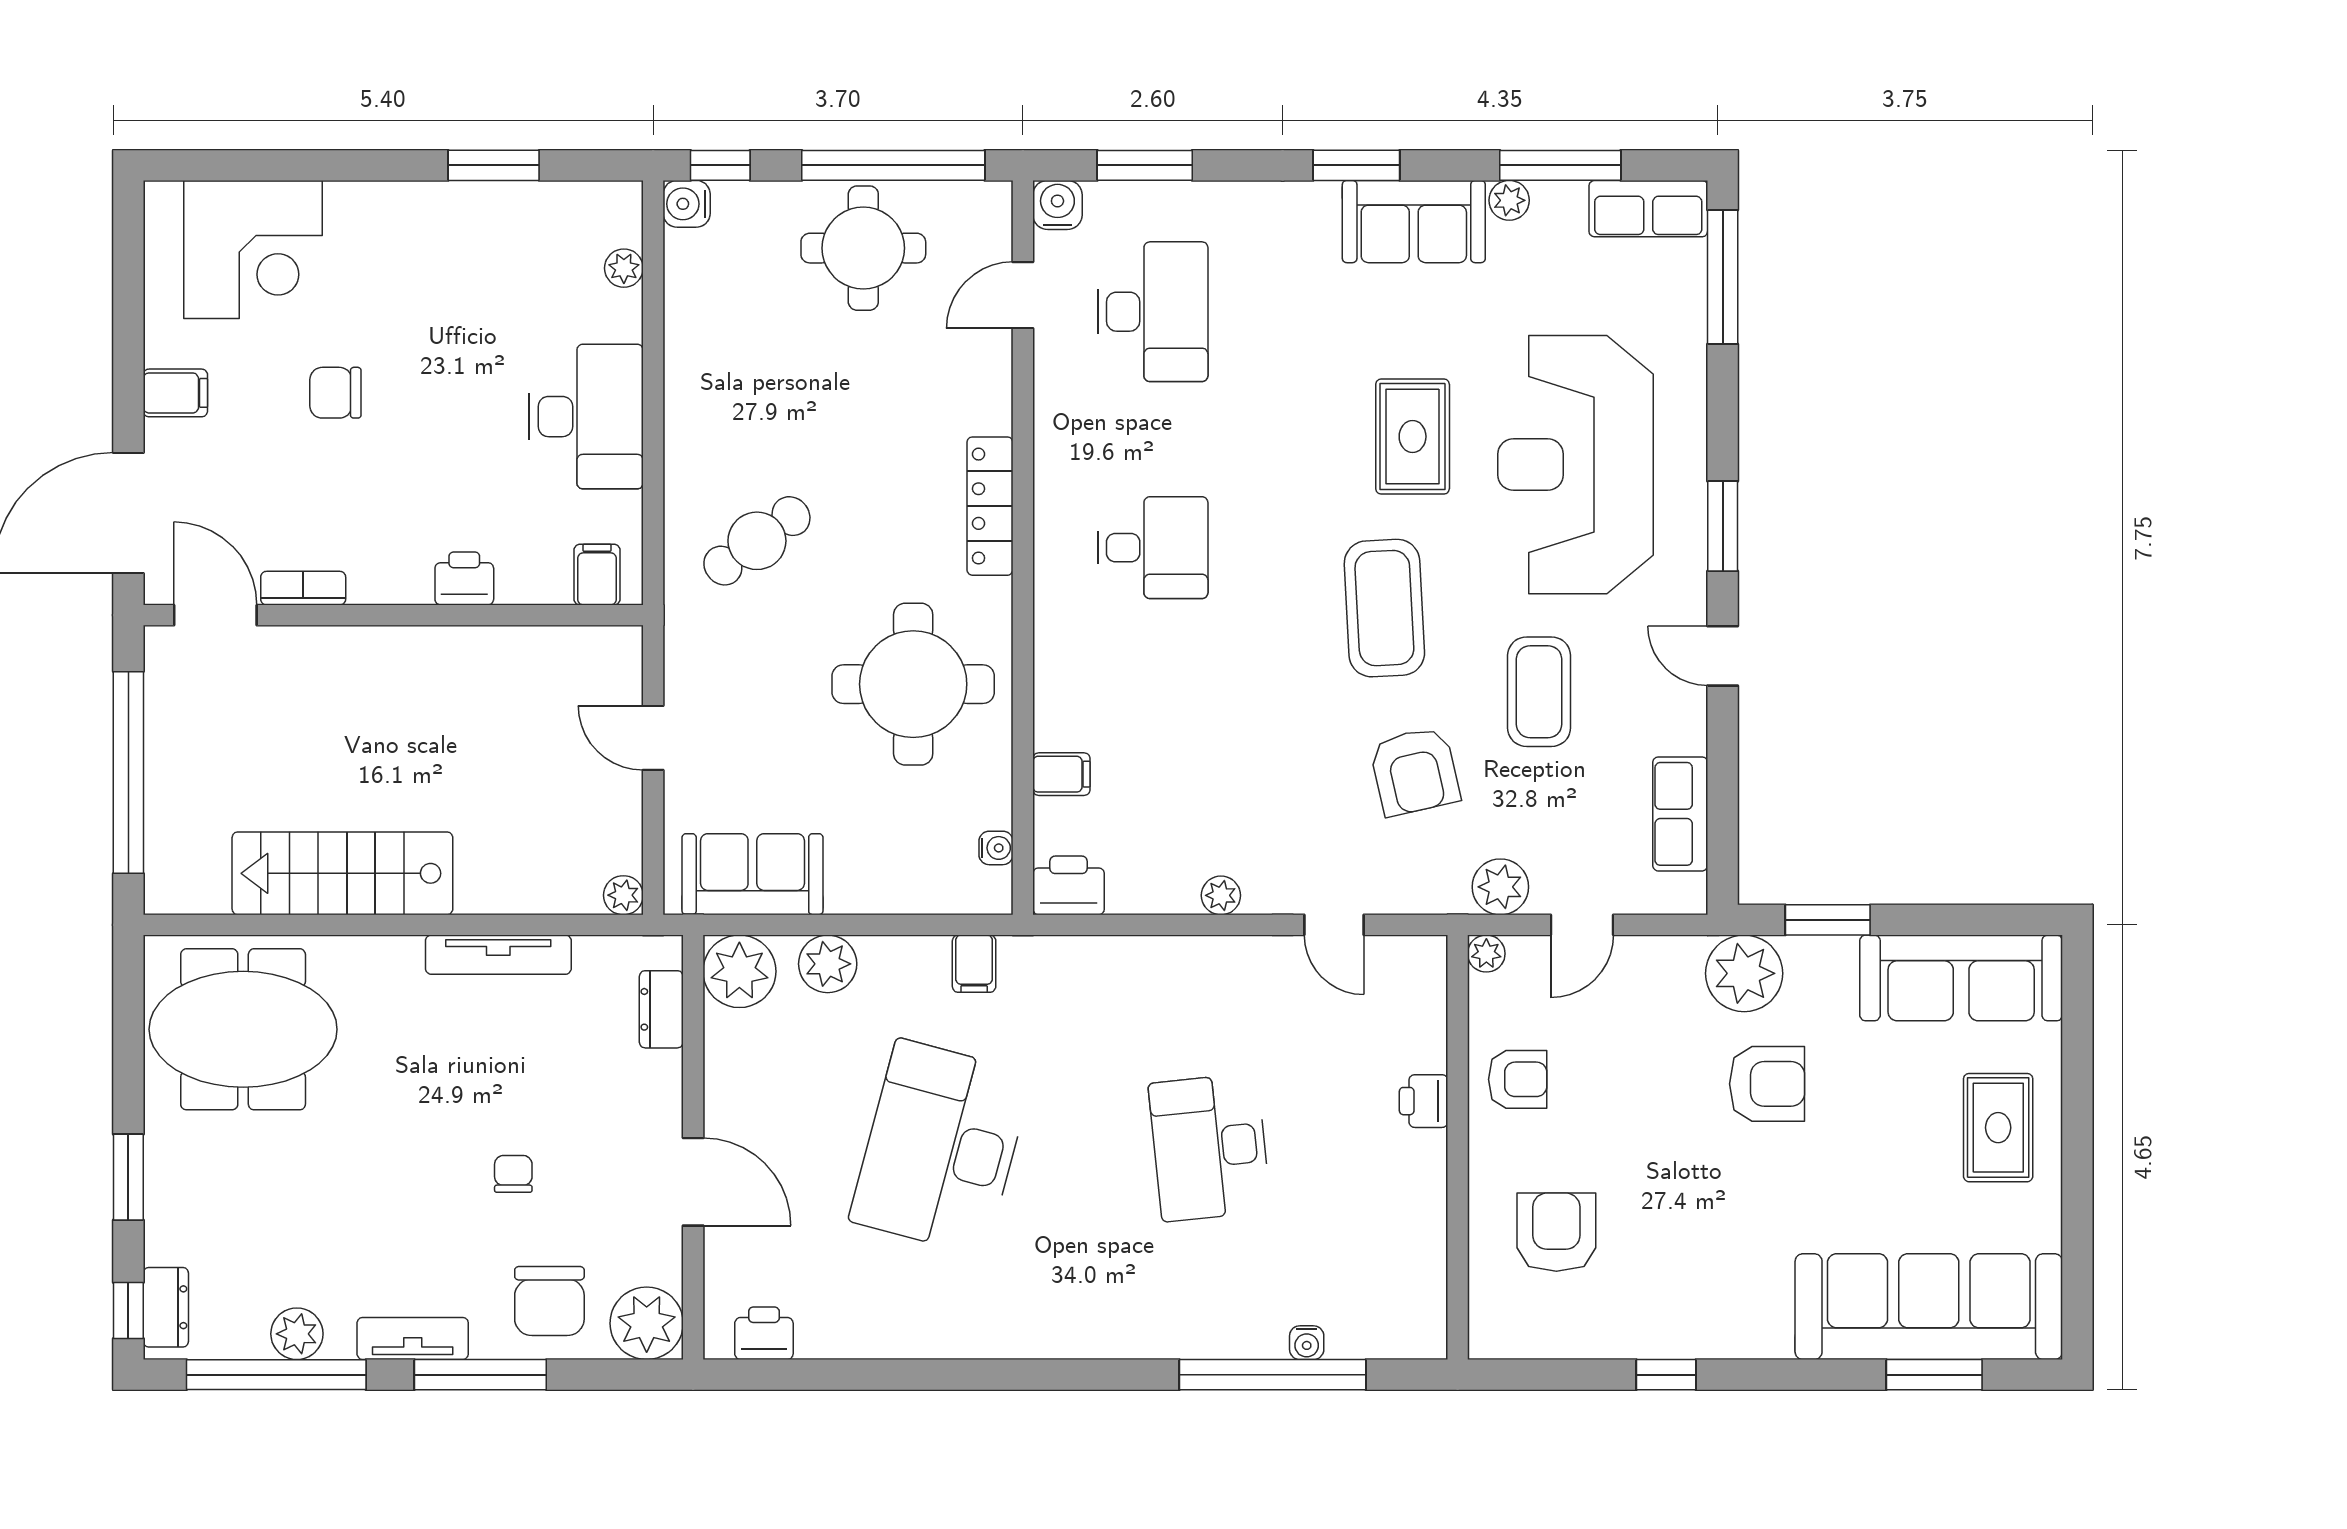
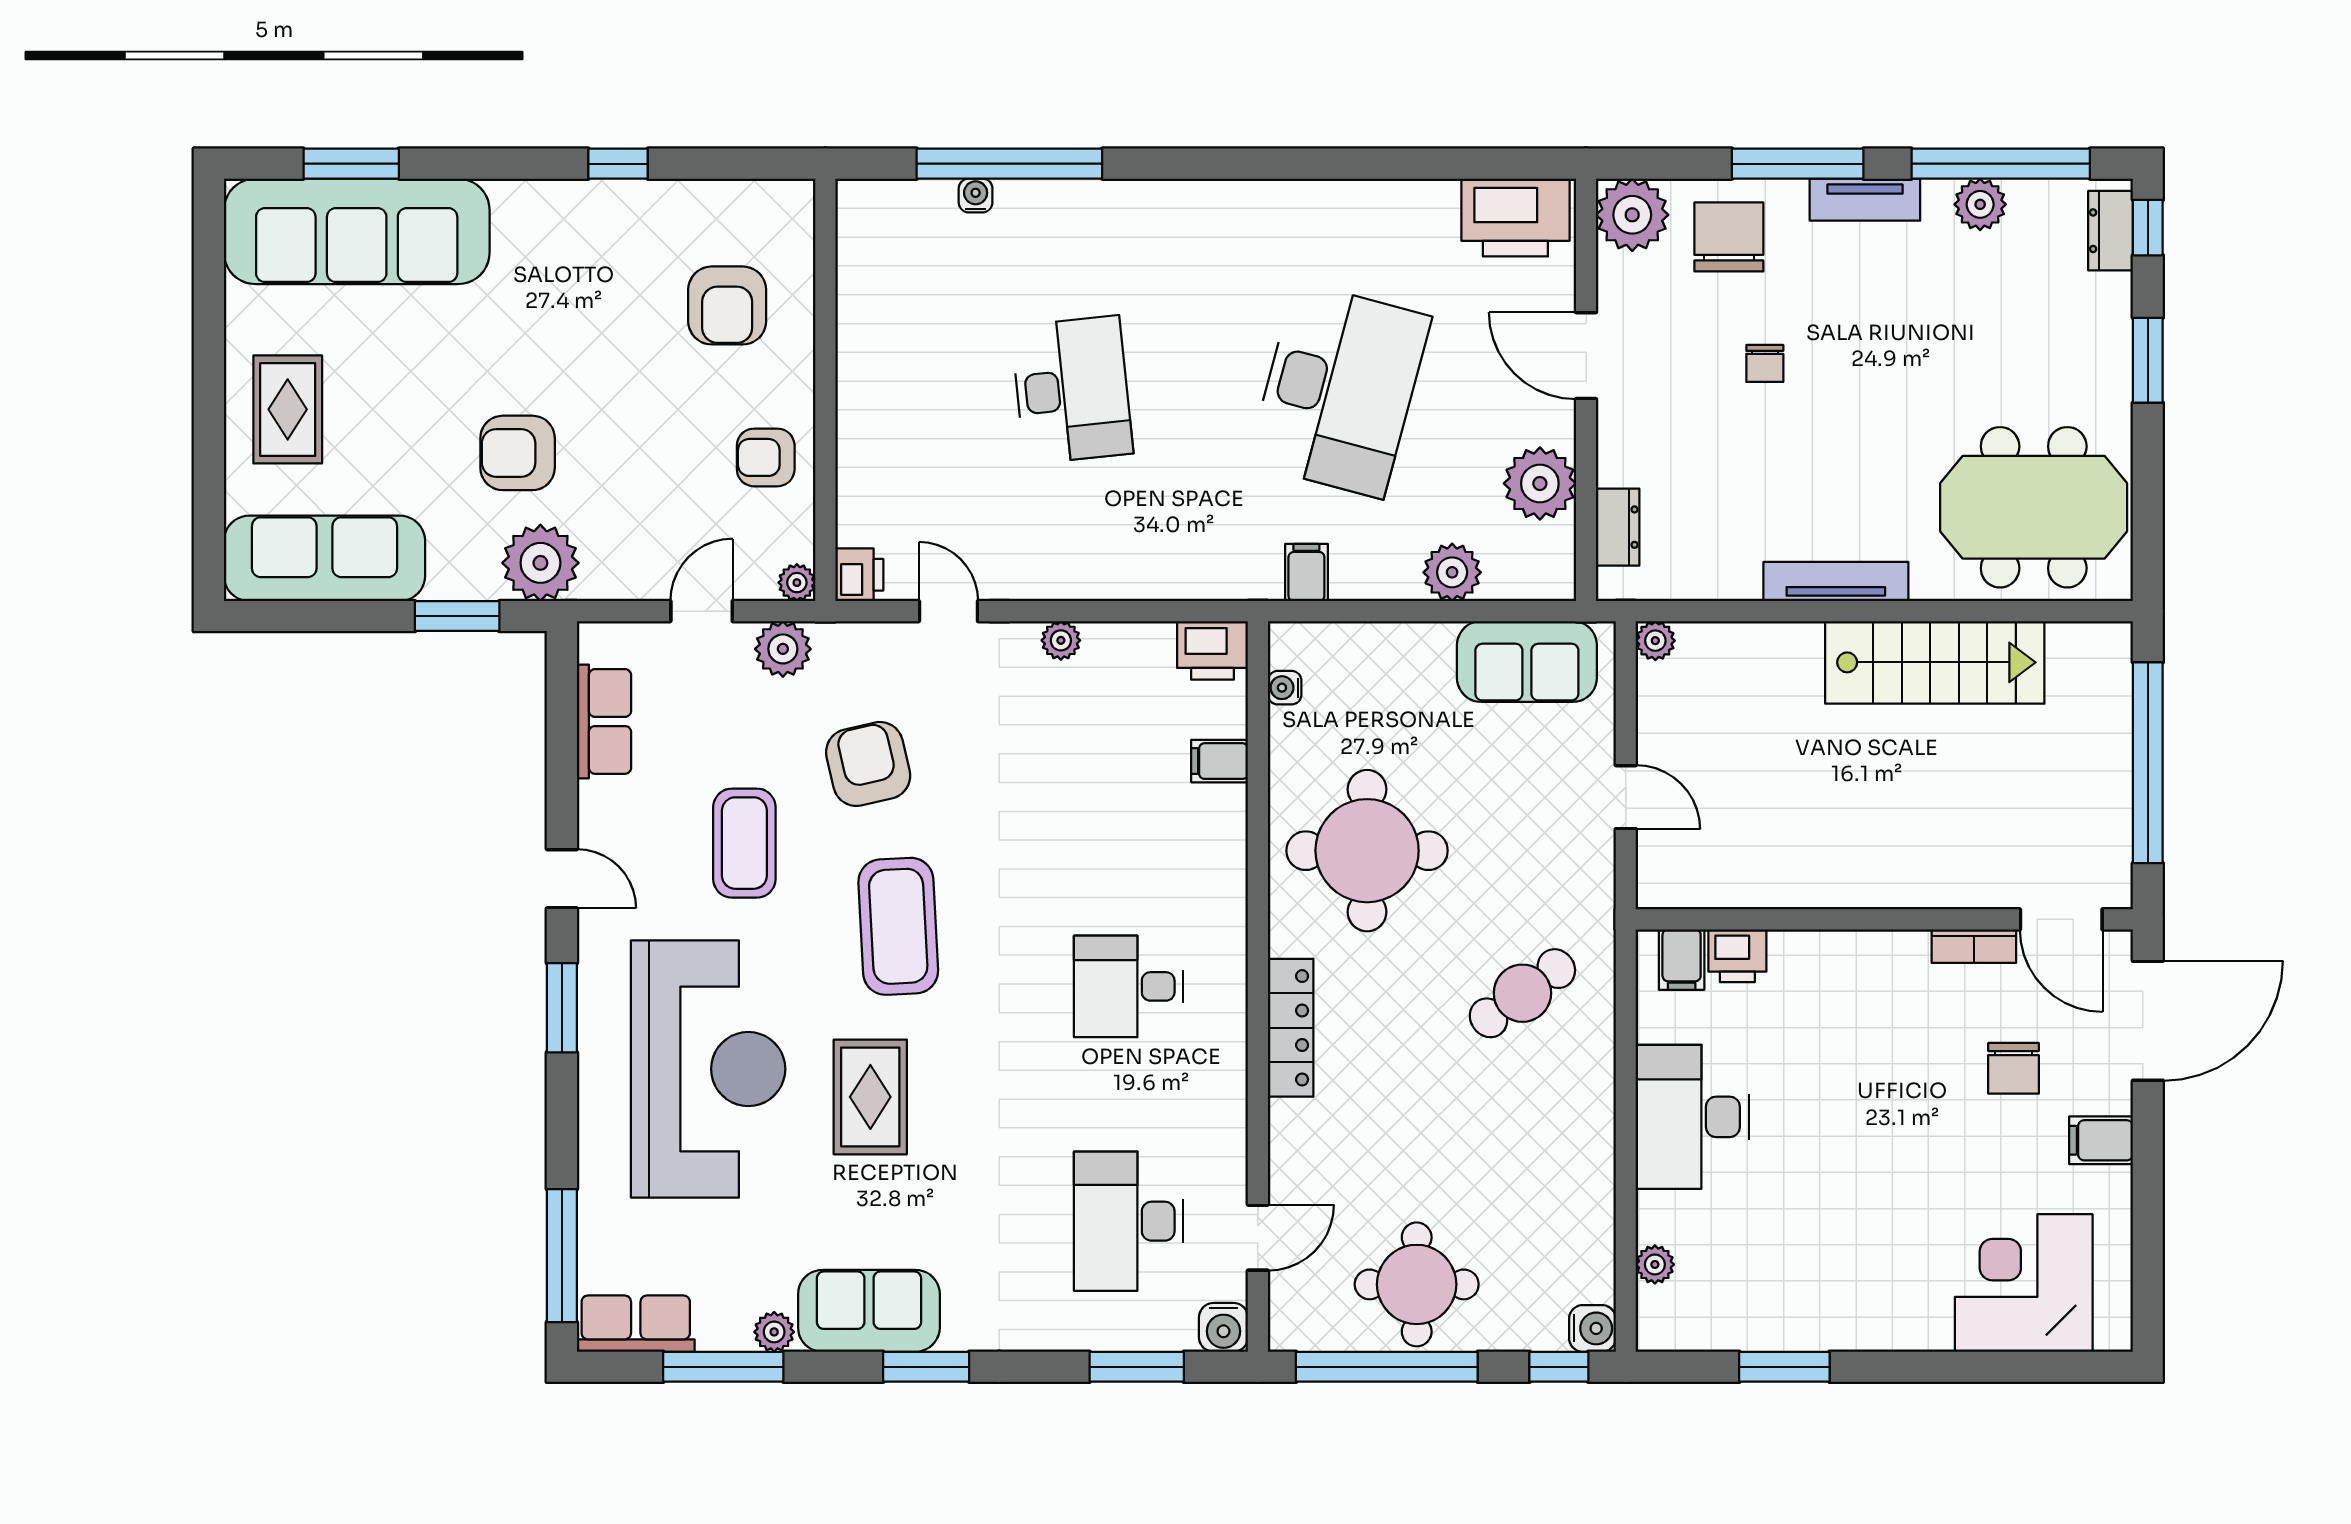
chair: (335, 393) -> (2013, 1068), moved, turned 90
printer: (464, 578) -> (1737, 956), moved
tv unit: (498, 955) -> (1836, 582), moved
plant: (739, 971) -> (1540, 483), moved
printer: (1424, 1101) -> (859, 575), moved
printer: (764, 1333) -> (1515, 217), width x1.87, depth x1.48

